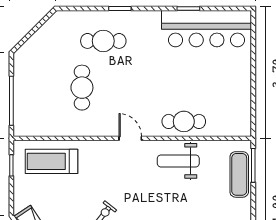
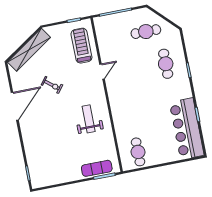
cafe table: (82, 88) -> (146, 32), moved
cafe table: (184, 121) -> (138, 152), moved
door: (130, 138) -> (102, 72), moved
weight bench: (178, 161) -> (89, 119), moved

